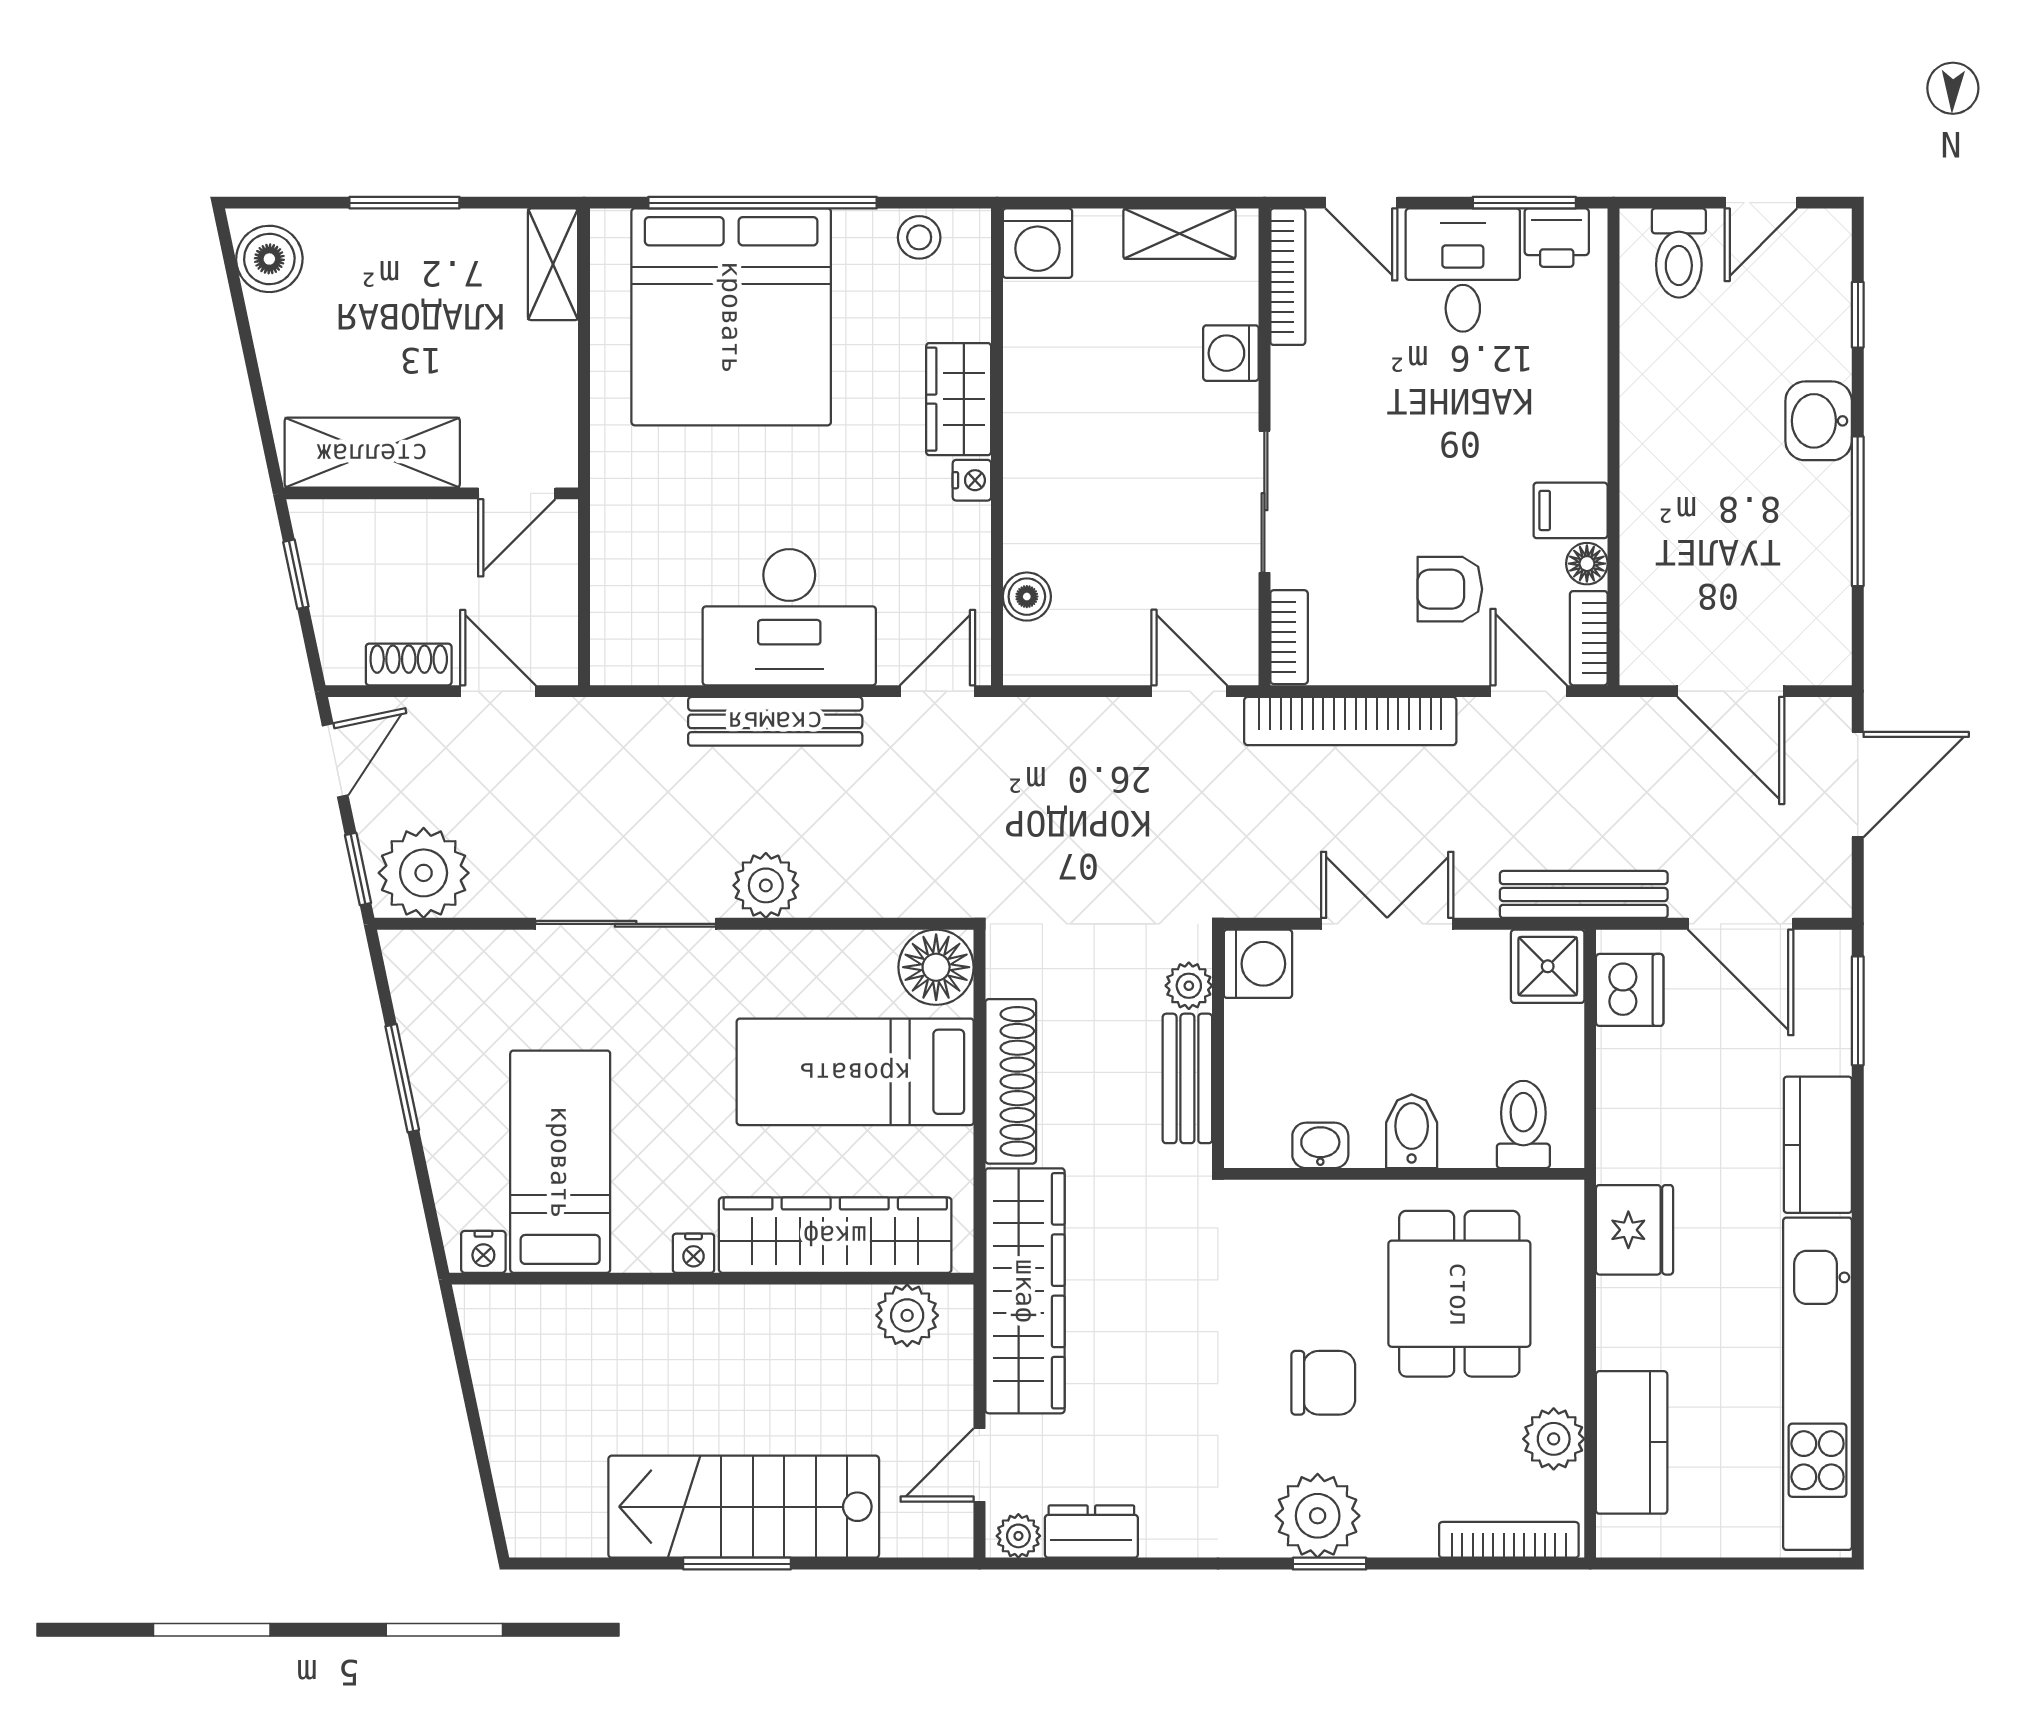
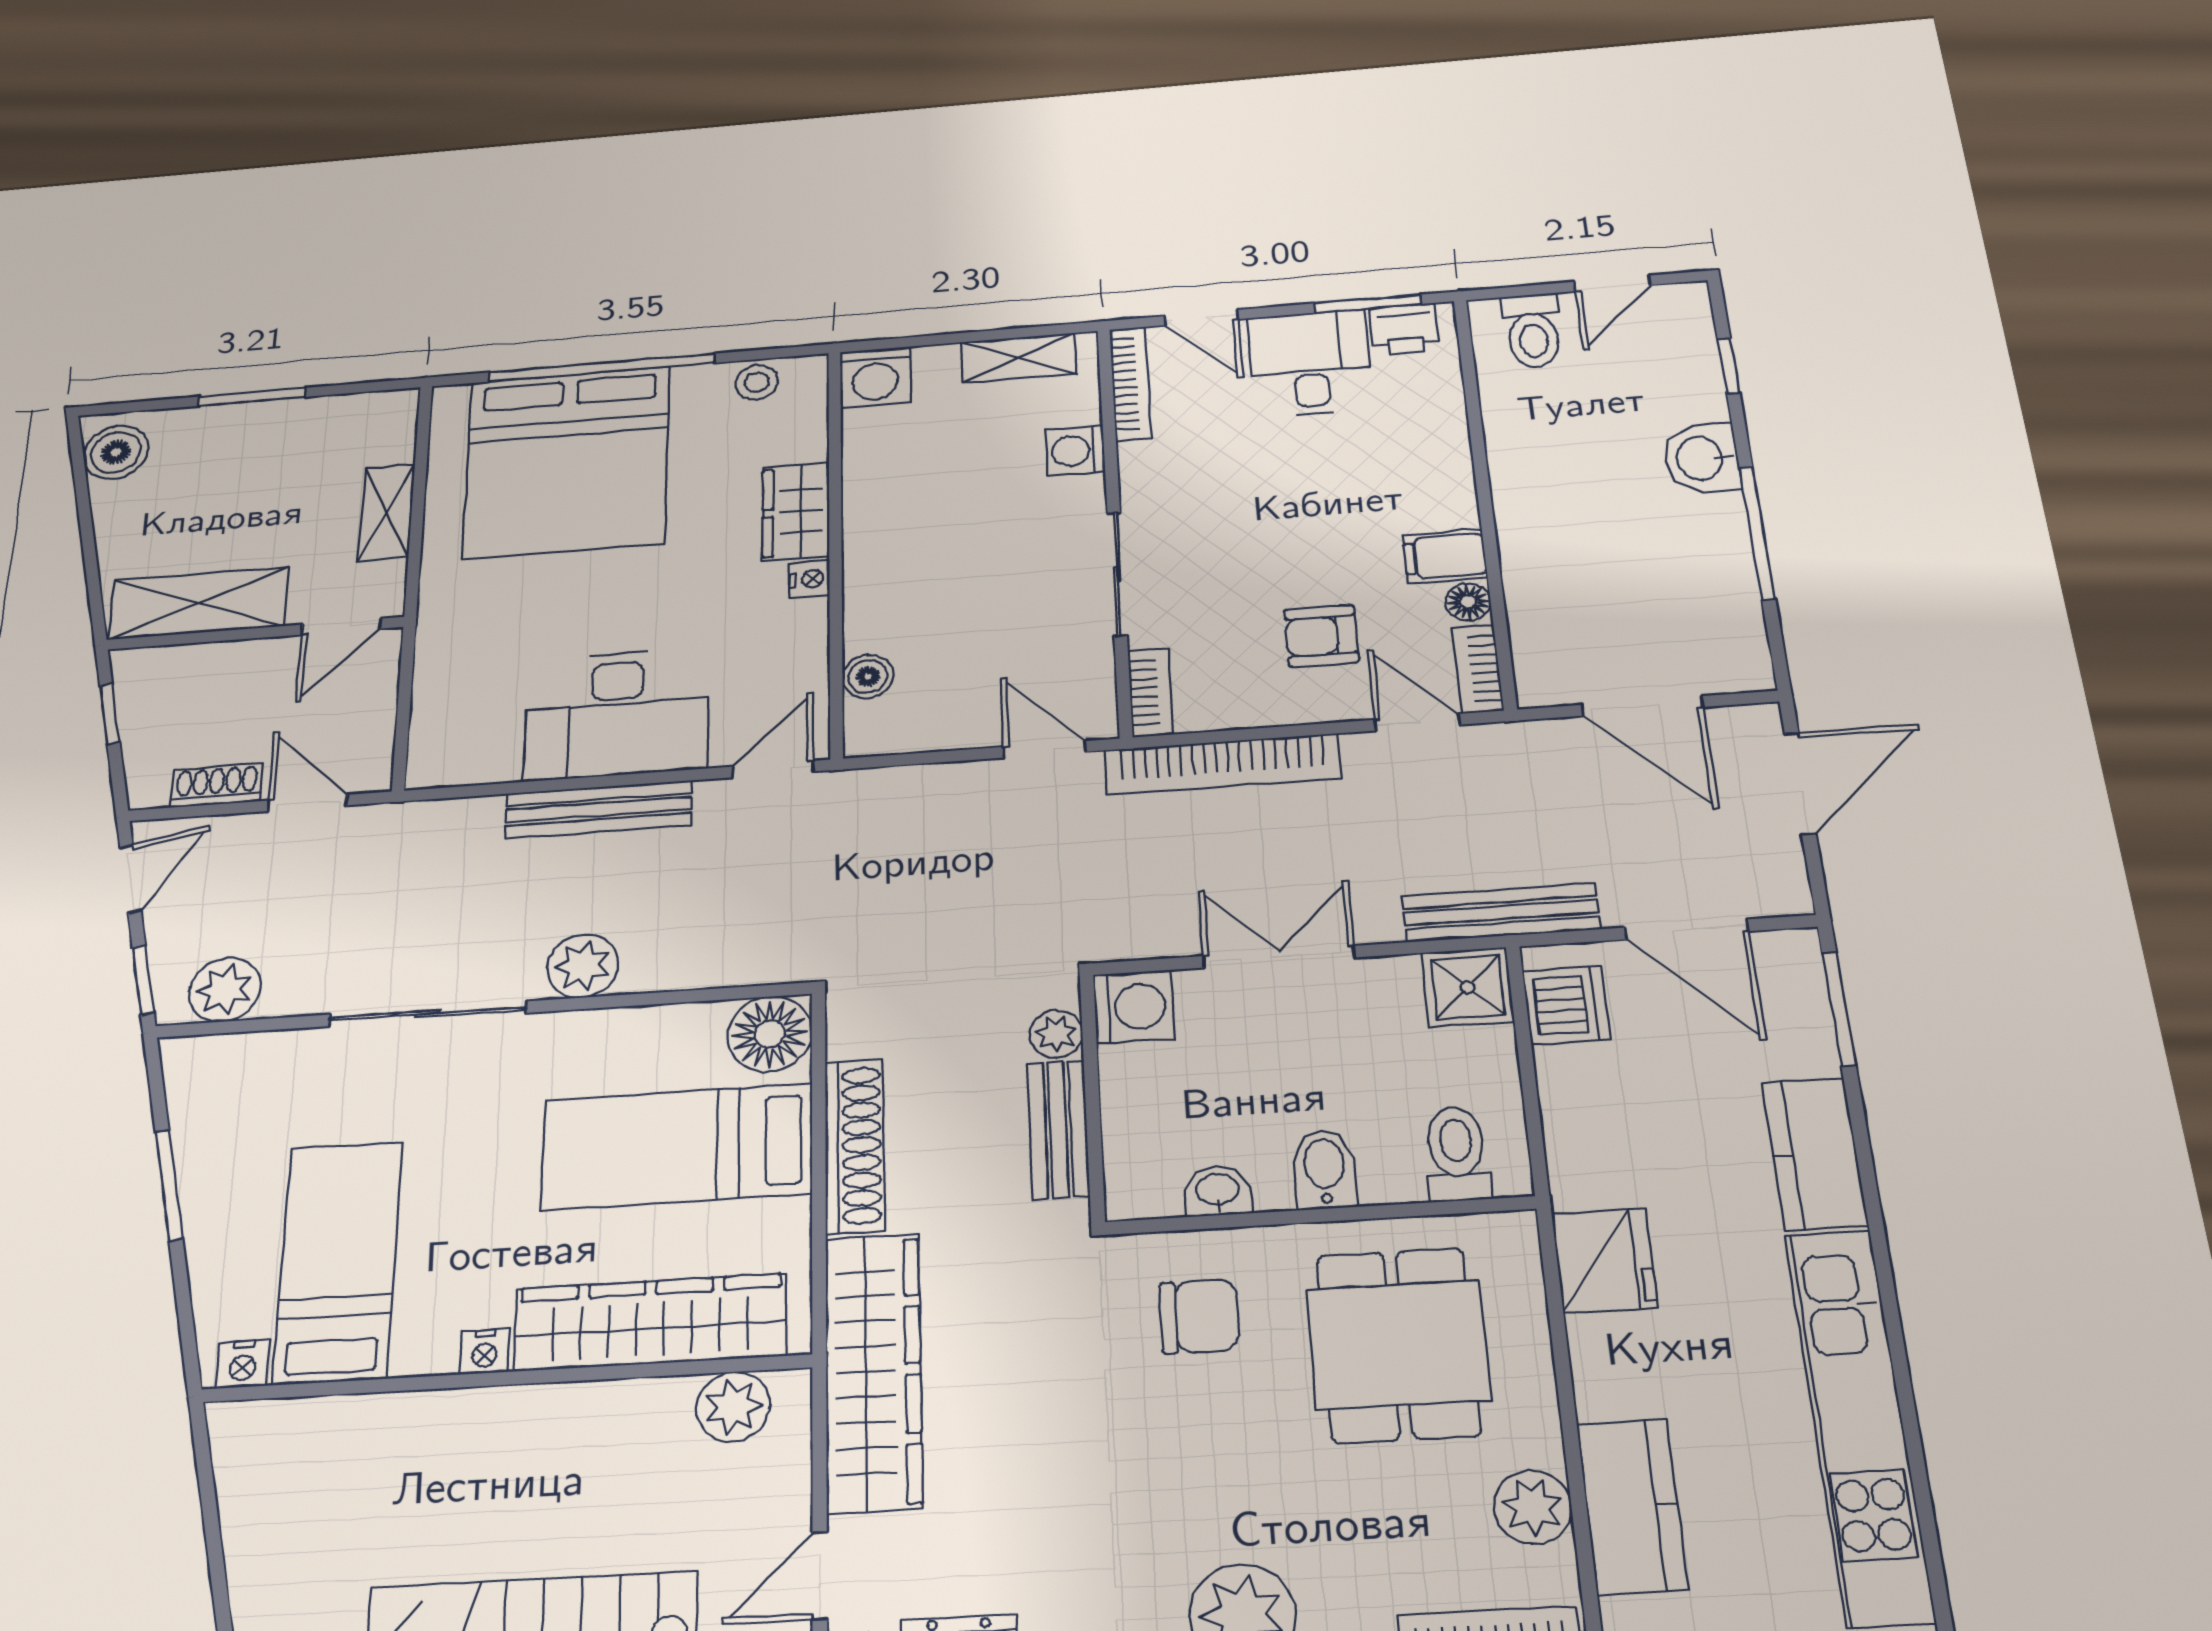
shelving: (553, 264) -> (387, 512), moved
plant: (424, 873) -> (225, 990), width x0.73, depth x0.73
chair: (1323, 1383) -> (1199, 1316), moved

